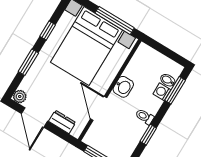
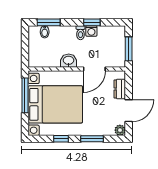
washing machine: (162, 92) -> (91, 31), moved

